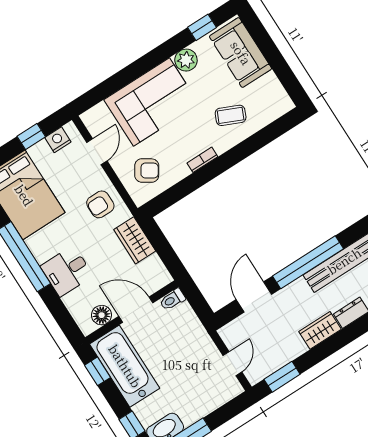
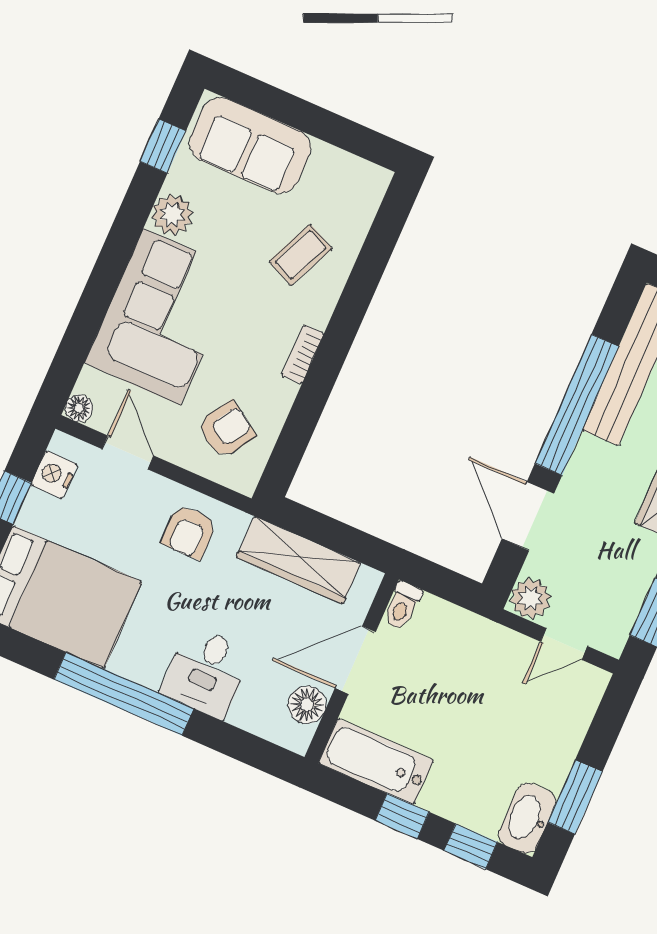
floor lamp: (88, 118) -> (79, 408), added
wardrobe: (135, 240) -> (299, 560), width x1.50
plant: (231, 334) -> (531, 599), added
door: (232, 364) -> (564, 644), swing flipped
bathtub: (125, 366) -> (376, 762), width x0.73, depth x0.73
window: (98, 371) -> (402, 816), moved

